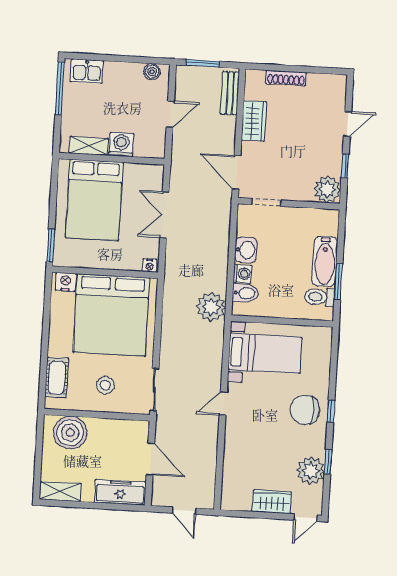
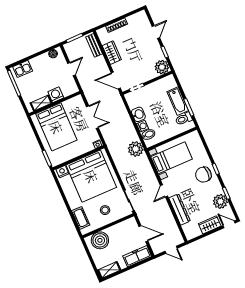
double door: (164, 215) -> (92, 117), swing flipped
dresser: (234, 449) -> (180, 209), added
door: (306, 518) -> (229, 224), swing flipped

